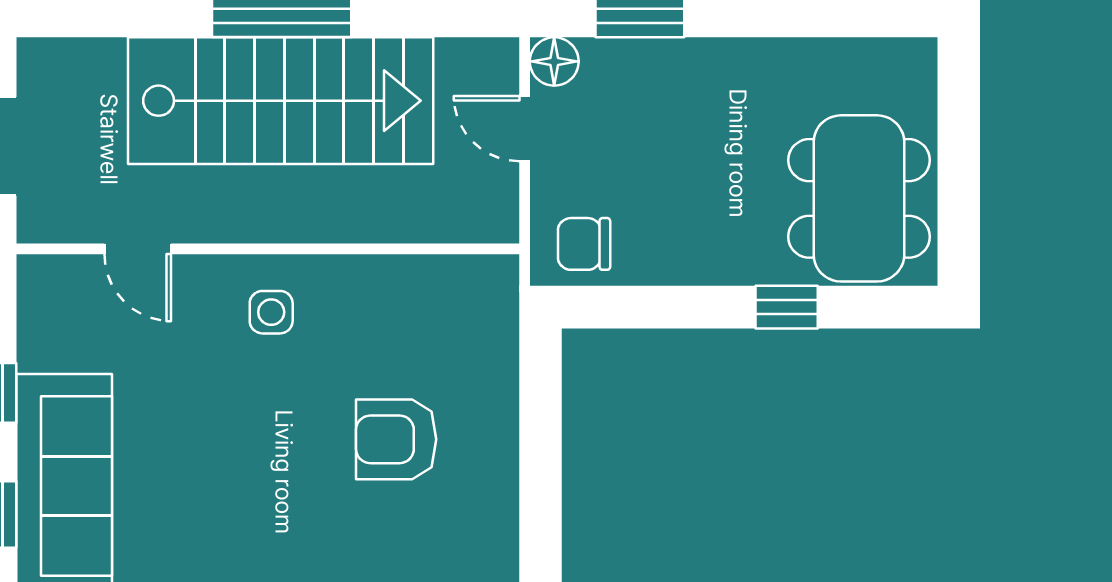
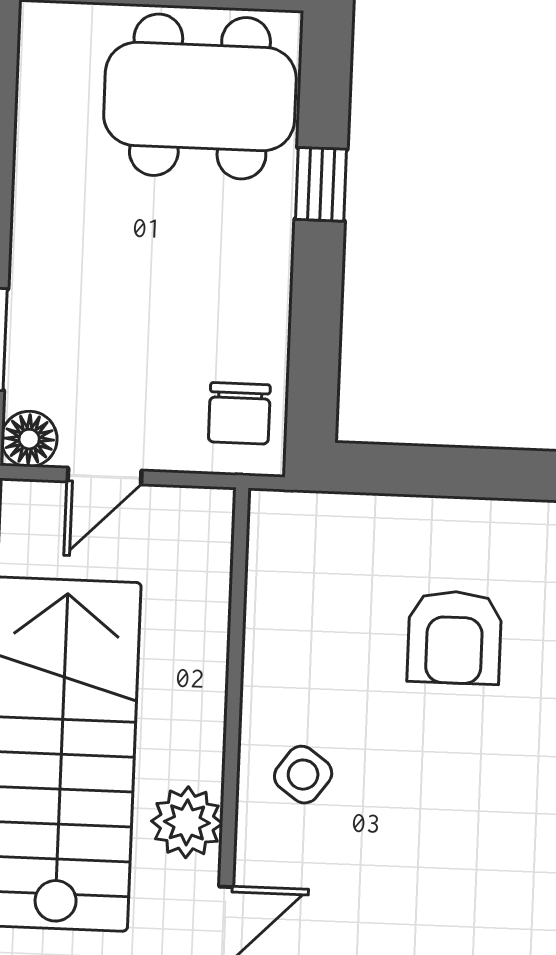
plant: (225, 213) -> (187, 822), added
side table: (271, 312) -> (303, 775), turned 36

